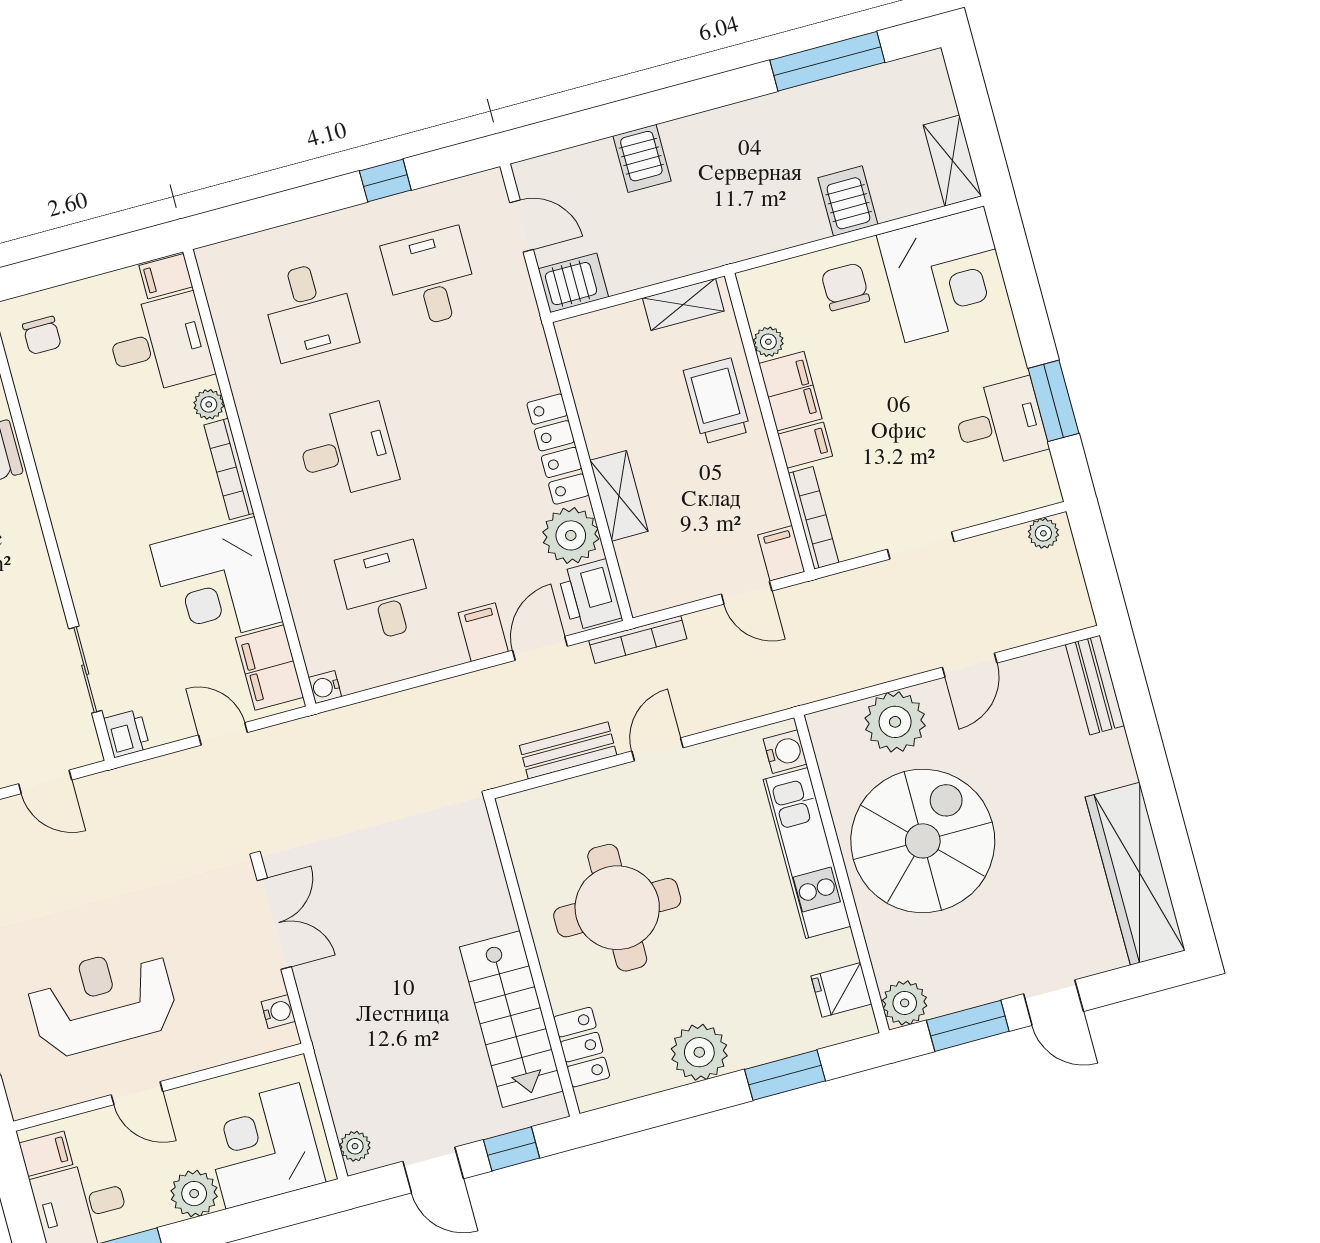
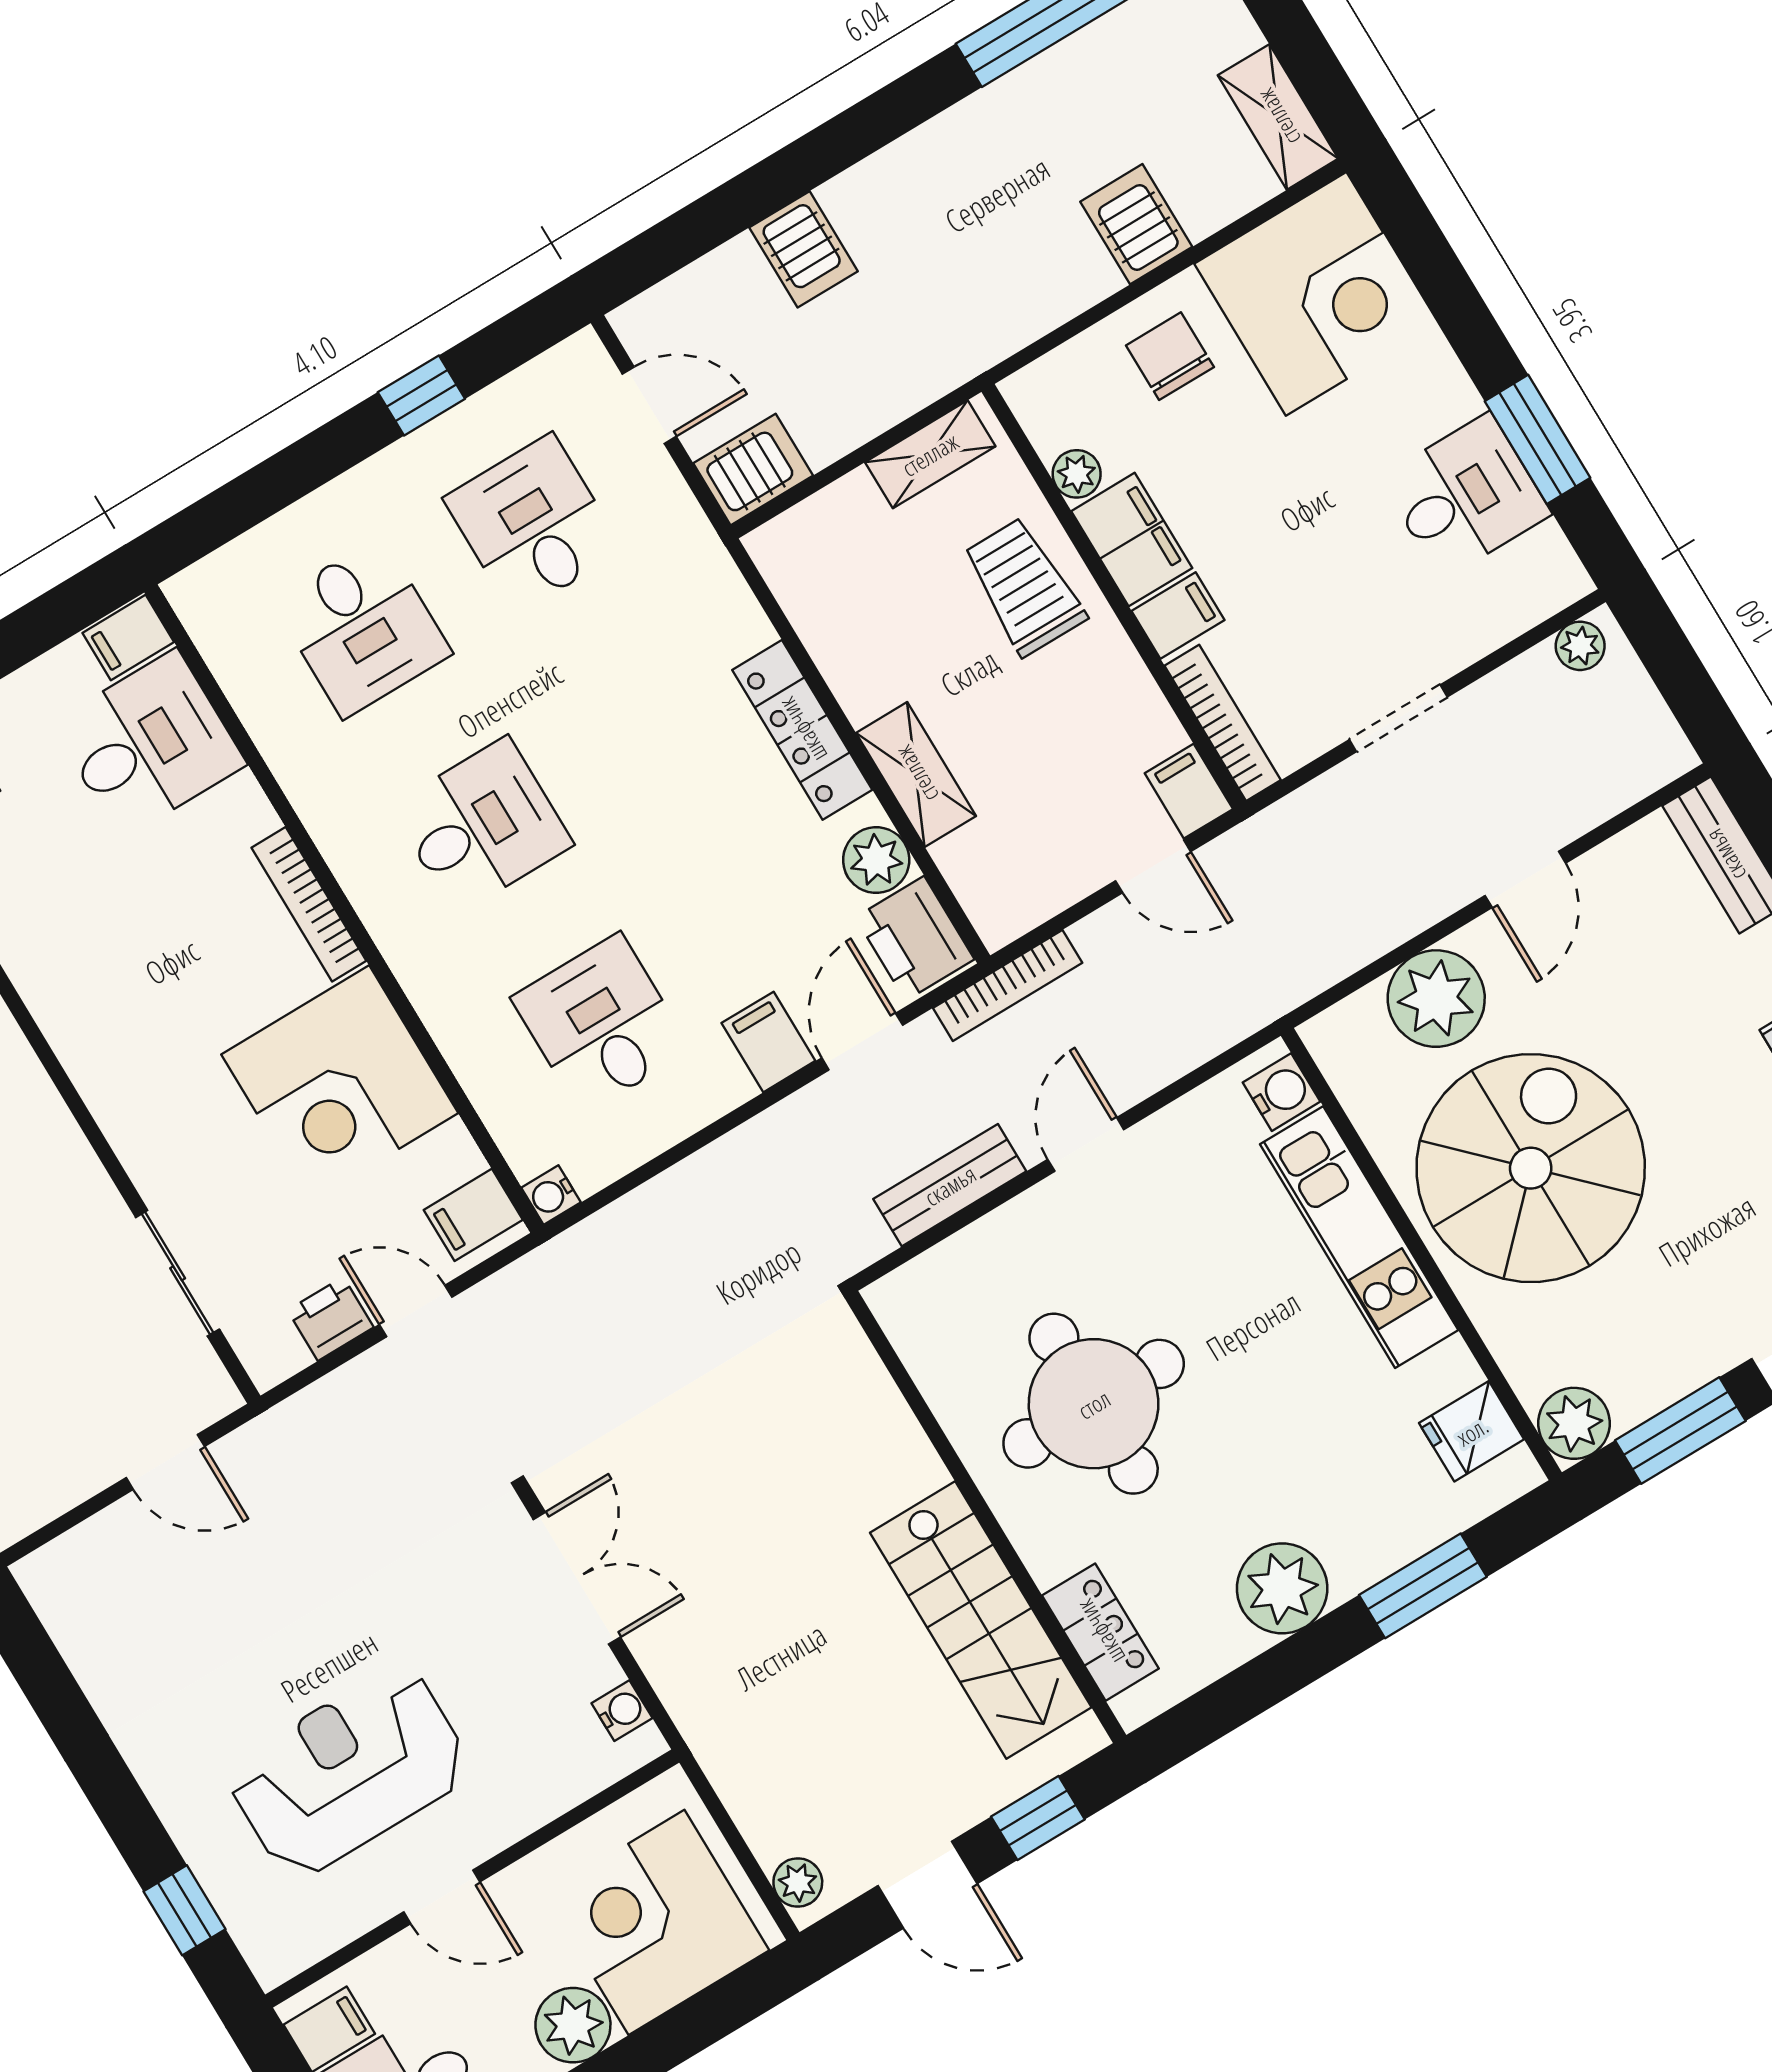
plant: (209, 404) -> (250, 814), removed
plant: (571, 535) -> (876, 860), width x0.73, depth x0.73
filing cabinet: (270, 667) -> (473, 1215), width x0.50
printer: (127, 733) -> (331, 1319), moved, turned -90

